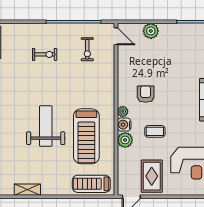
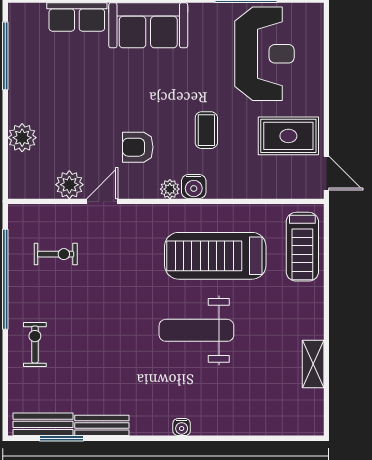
door: (116, 36) -> (102, 201), moved
exercise bike: (45, 54) -> (35, 345), moved
treadmill: (86, 136) -> (215, 256), turned 180
plant: (125, 140) -> (69, 185), moved

